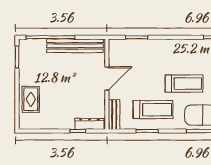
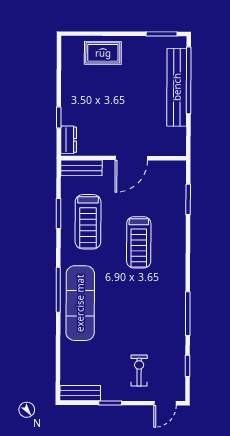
bench: (75, 46) -> (177, 87), moved
door: (107, 78) -> (131, 158), hinge flipped
treadmill: (184, 84) -> (139, 242), moved
dresser: (89, 124) -> (69, 140), width x0.70

